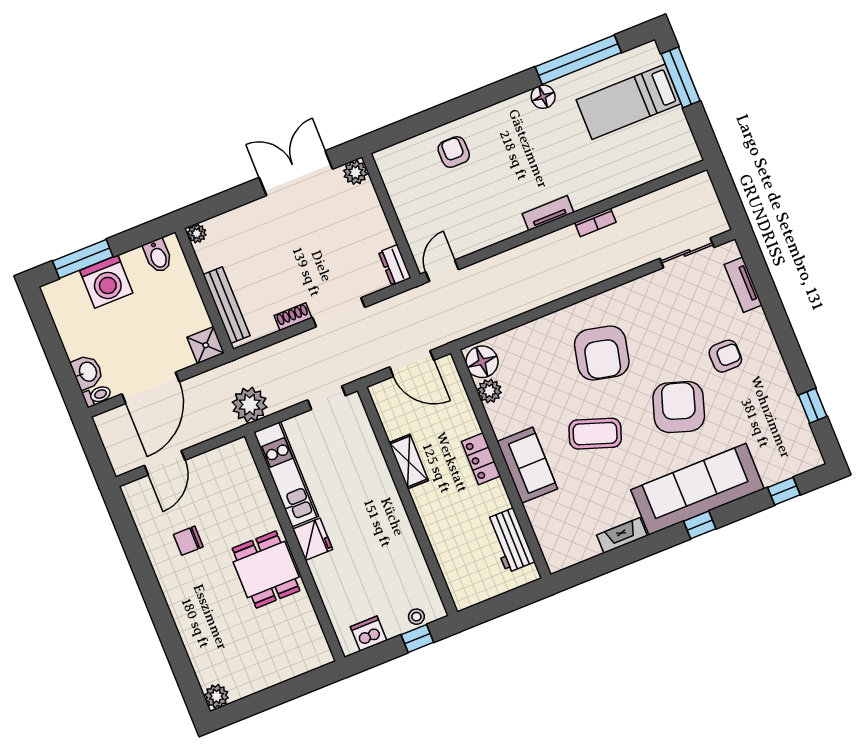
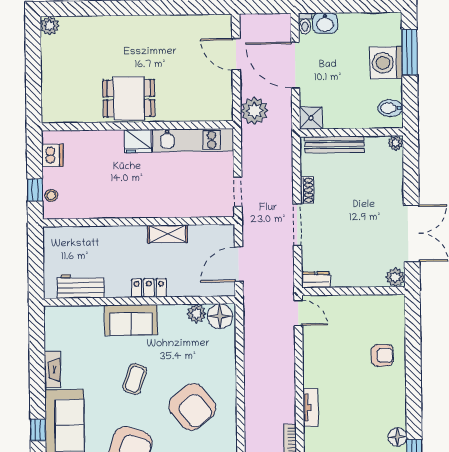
armchair: (602, 353) -> (192, 407), turned -142
plant: (250, 405) -> (254, 111), moved
coffee table: (595, 434) -> (135, 379), width x0.73, depth x0.77
chair: (188, 541) -> (172, 49), removed

